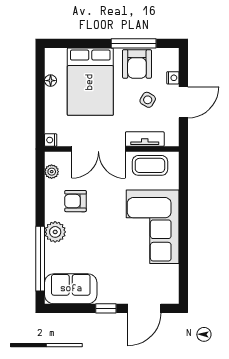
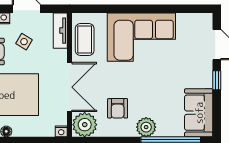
tv unit: (145, 139) -> (60, 31), moved
plant: (52, 172) -> (85, 125), width x1.87, depth x1.87

